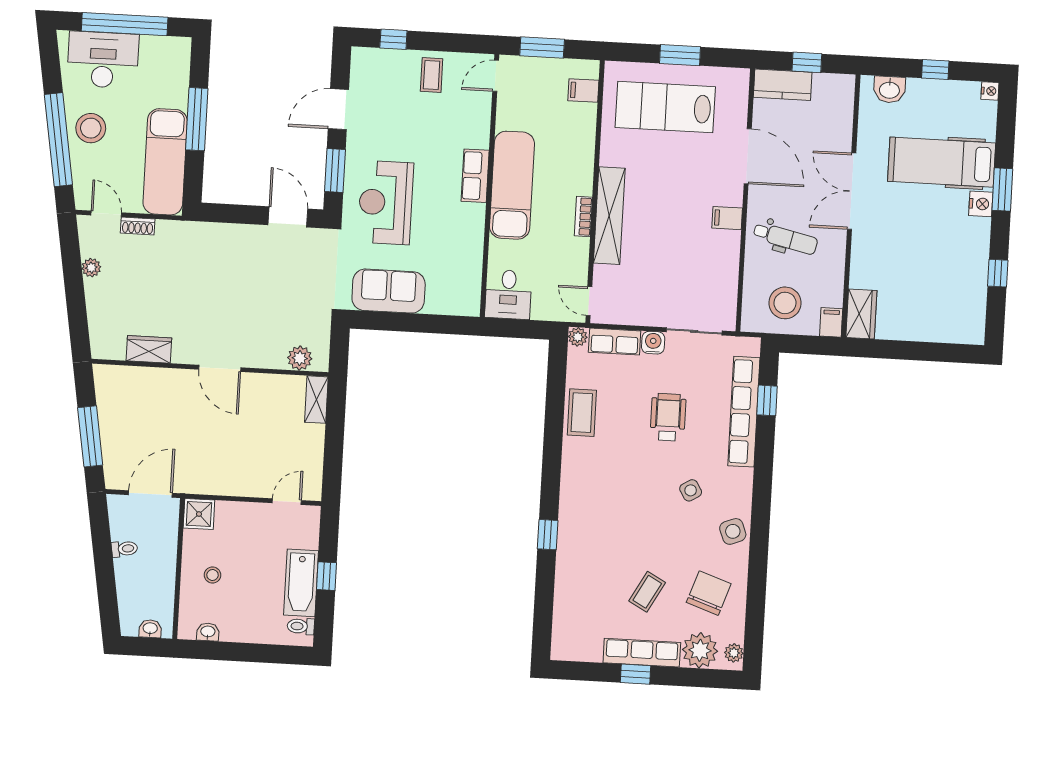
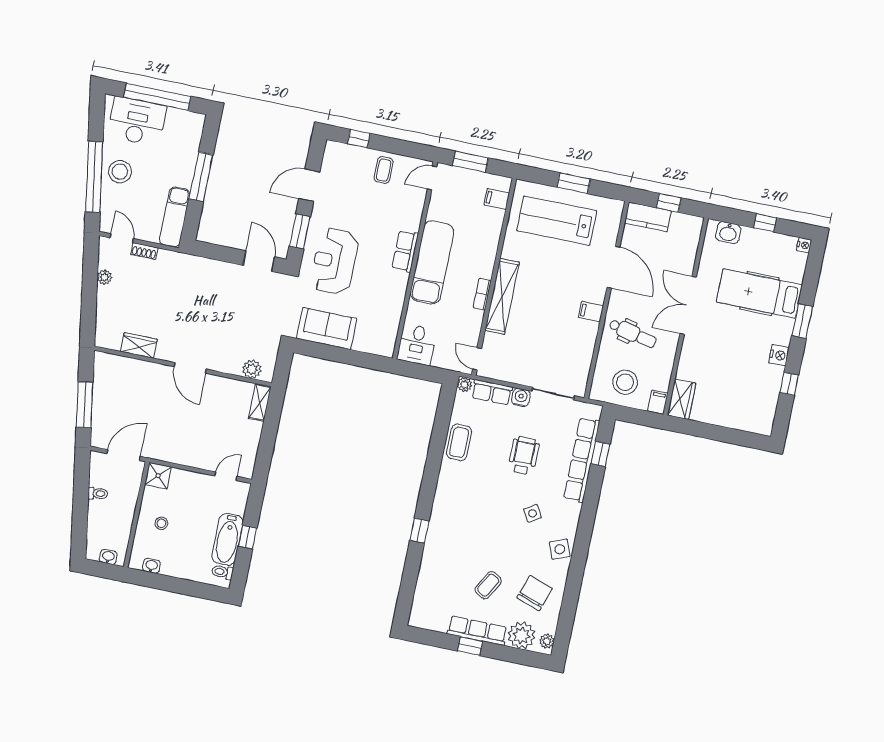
exam couch: (165, 162) -> (175, 217), width x0.73, depth x0.69
nightstand: (981, 204) -> (779, 355), moved

